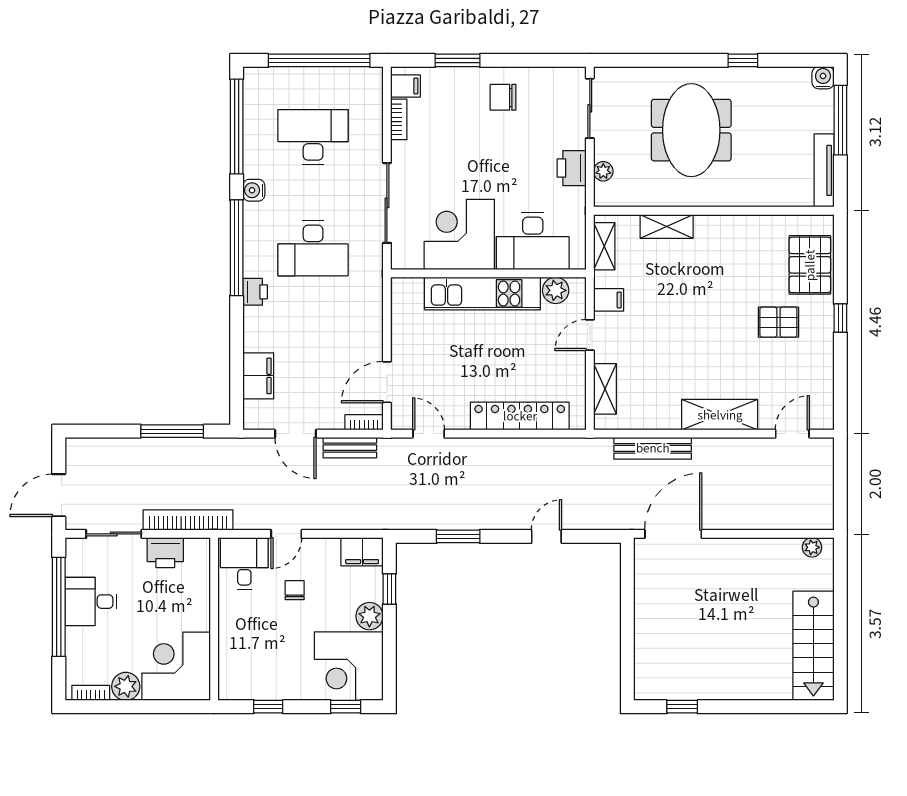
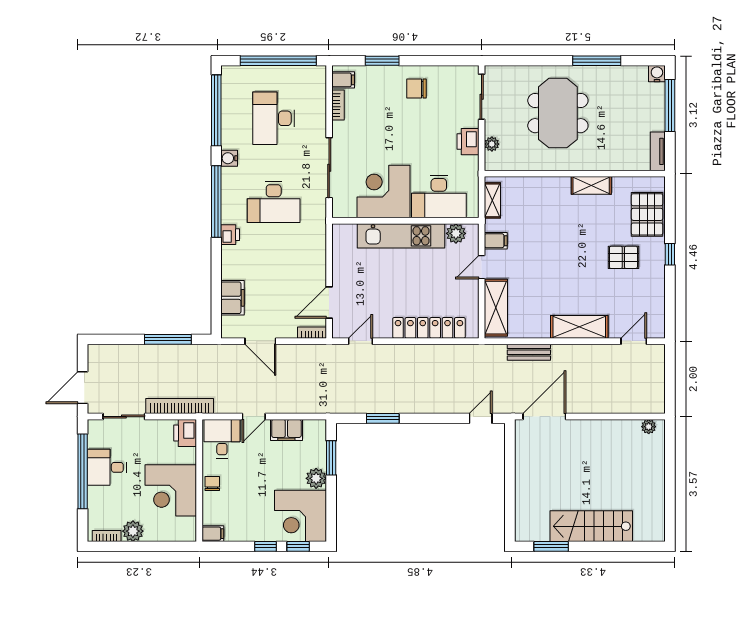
window: (743, 60) -> (597, 61), width x2.17
desk: (313, 137) -> (274, 118), turned -90
tv unit: (824, 170) -> (658, 151), width x0.71
shelving: (667, 226) -> (591, 185), moved
shelving: (605, 389) -> (496, 308), width x1.50, depth x1.33
door: (429, 434) -> (360, 341), hinge flipped
bench: (350, 448) -> (301, 352), removed
bench: (653, 448) -> (529, 352), width x0.73
door: (546, 536) -> (481, 418), moved
filing cabinet: (362, 552) -> (286, 430), moved
printer: (165, 553) -> (185, 433), moved, turned 90
window: (389, 589) -> (331, 458), width x1.50
chair: (295, 590) -> (212, 484), moved
stairs: (813, 646) -> (591, 526), moved, turned 90
corner desk: (176, 666) -> (171, 490), moved, turned -90
filing cabinet: (232, 690) -> (213, 534), added
window: (268, 707) -> (265, 546), moved
window: (682, 707) -> (551, 546), width x1.50

